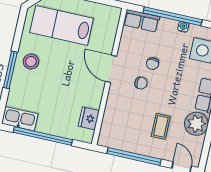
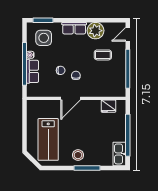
row of seats: (142, 21) -> (33, 71), moved

